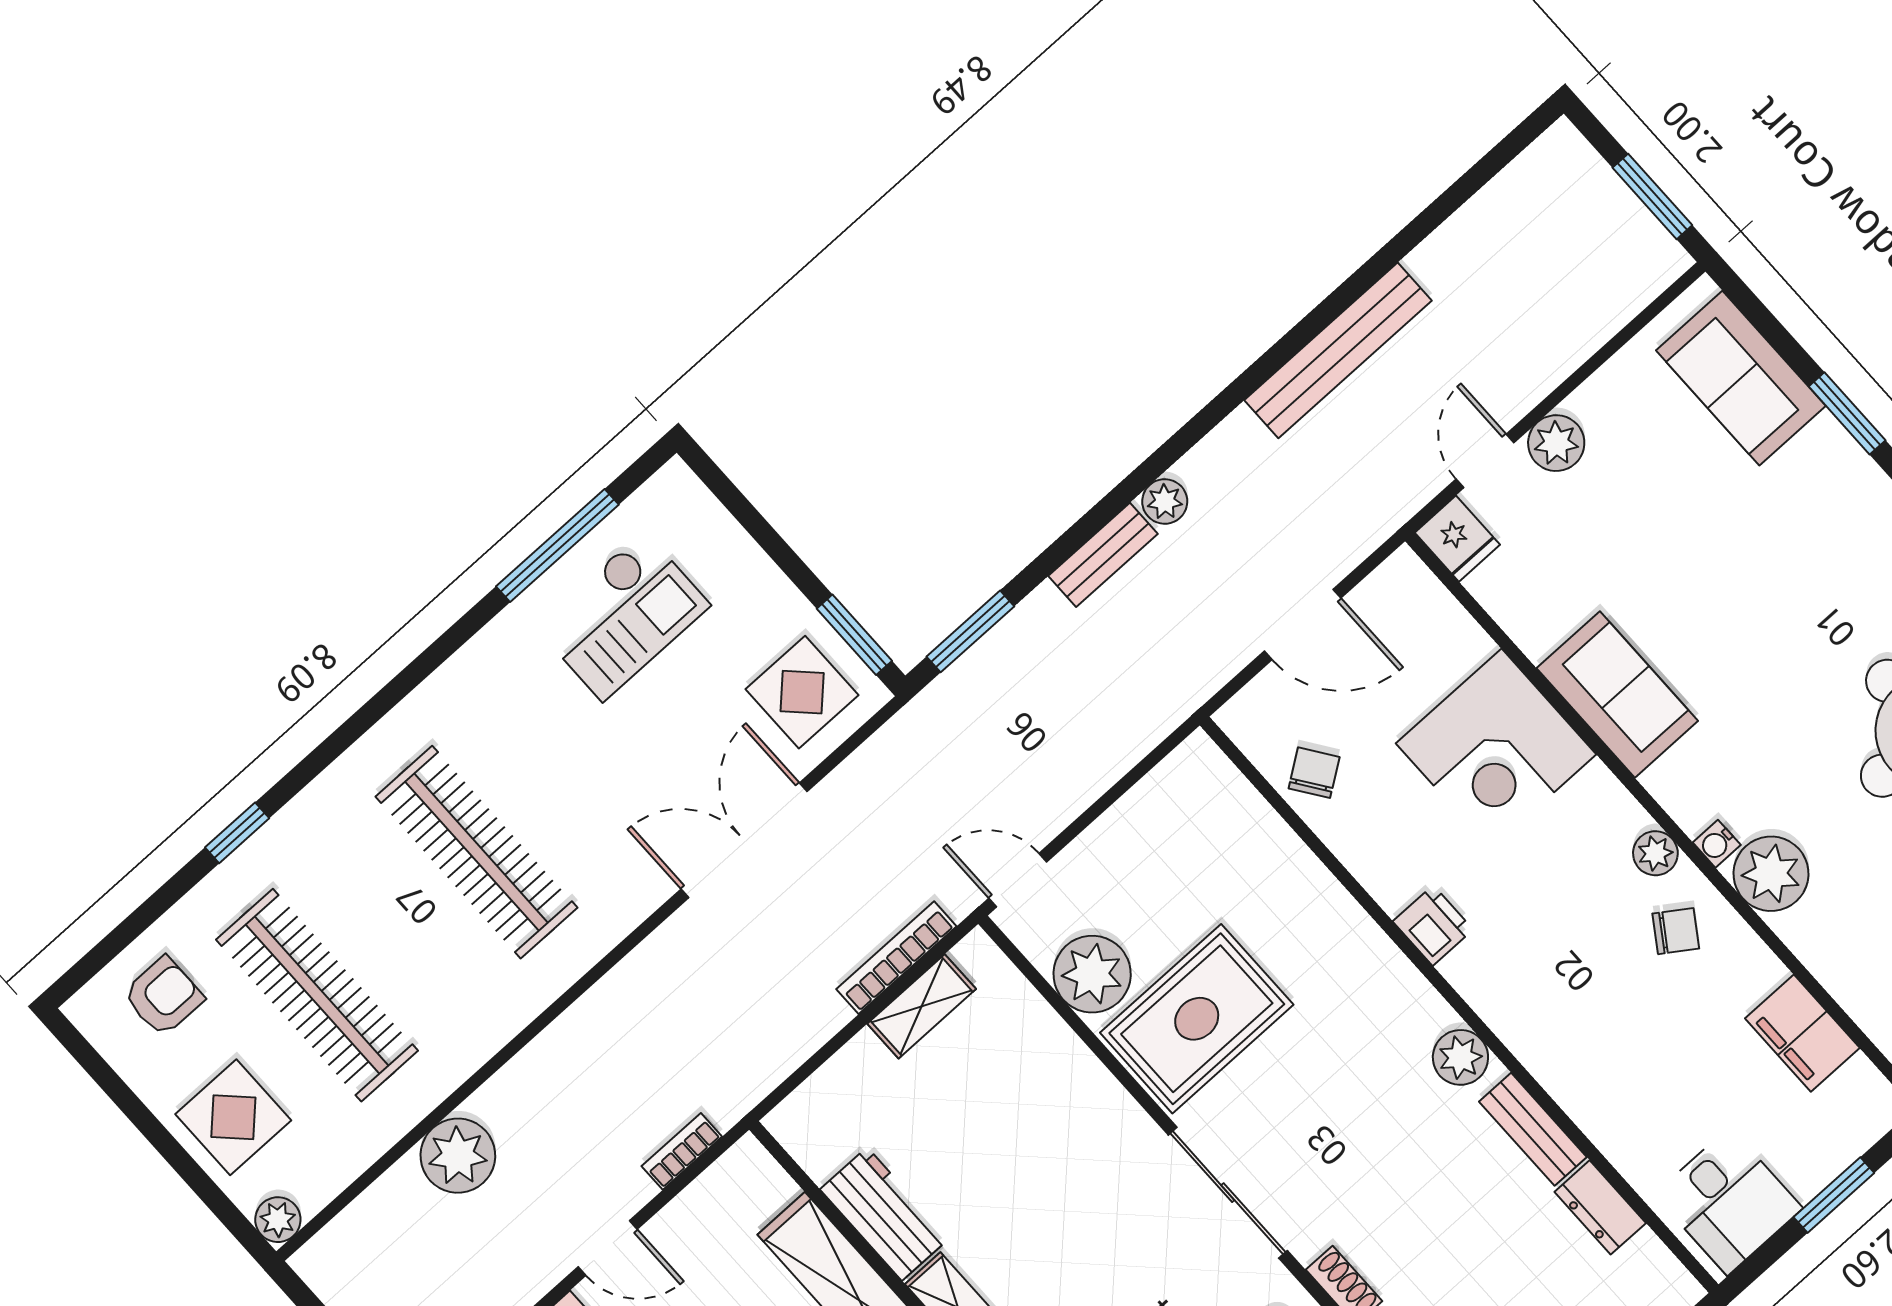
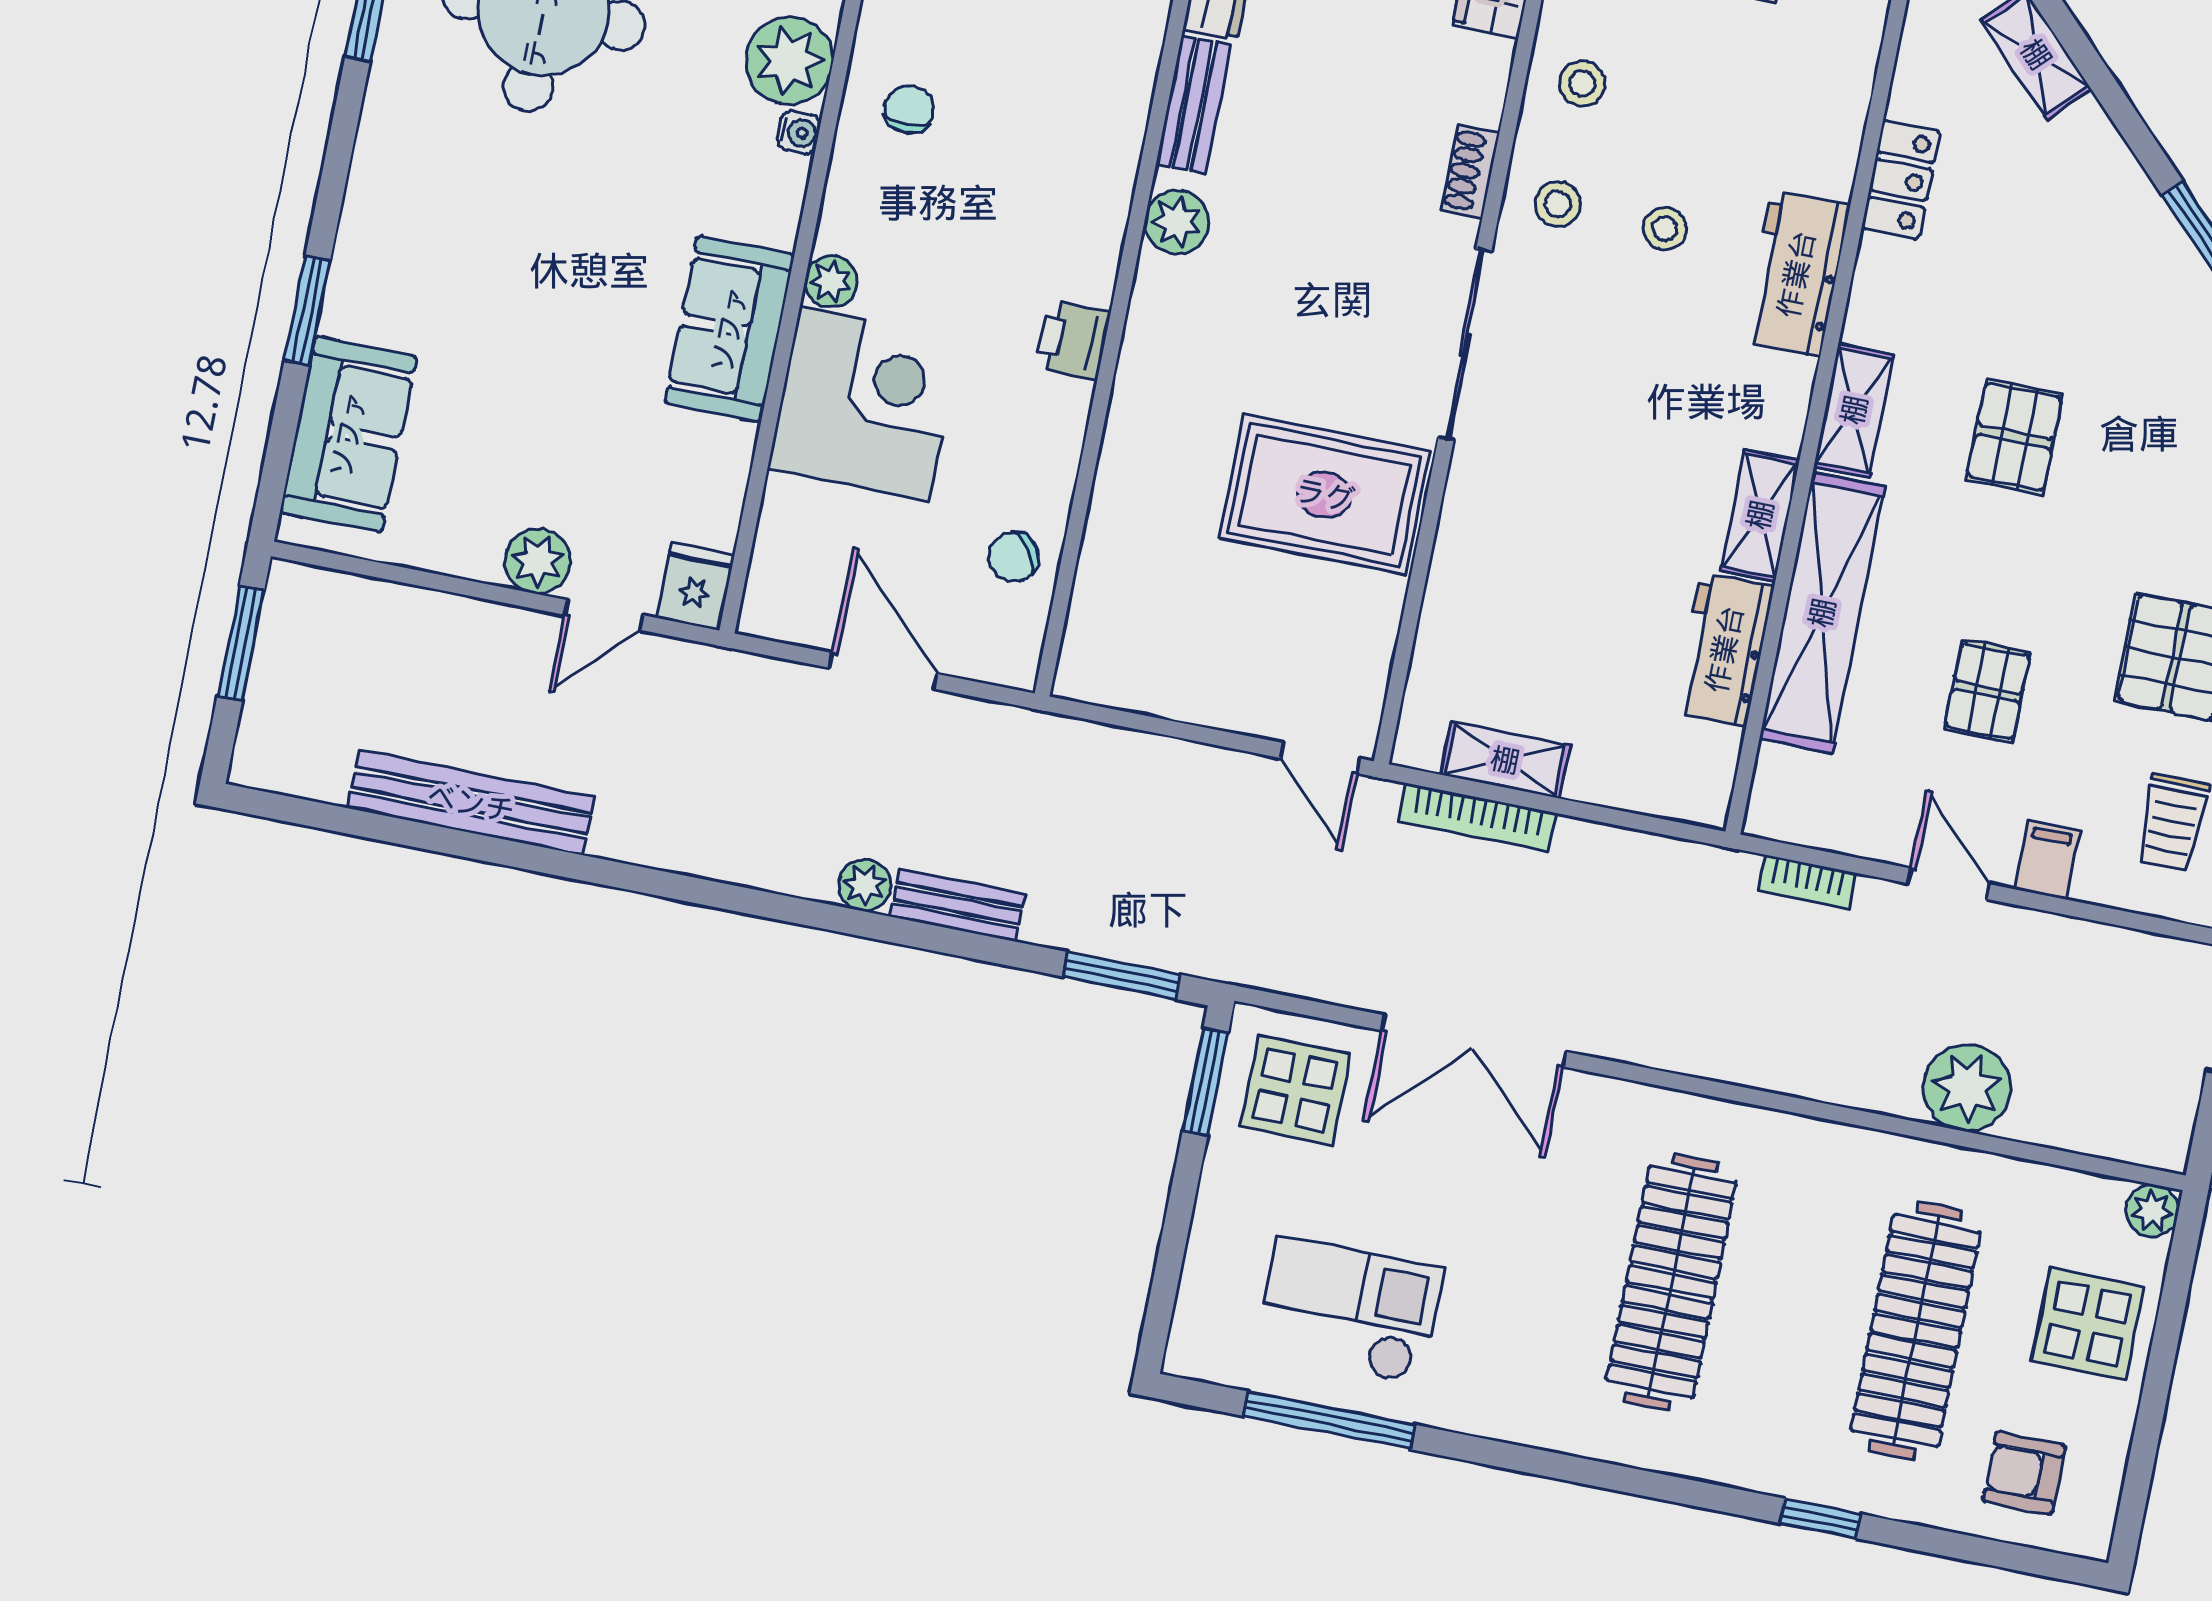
bench: (1338, 350) -> (471, 803), moved
plant: (1655, 853) -> (831, 281), moved
chair: (1676, 931) -> (909, 110), turned 56
plant: (1092, 974) -> (1356, 623), removed

